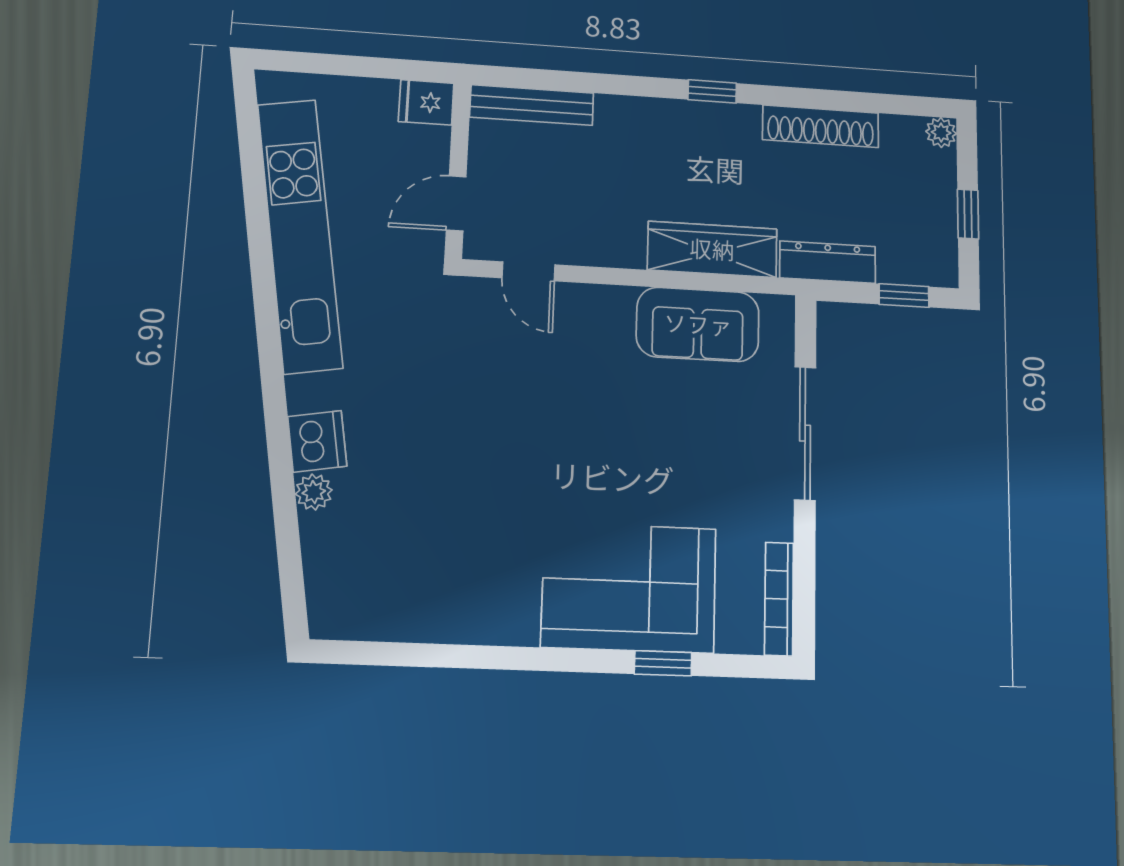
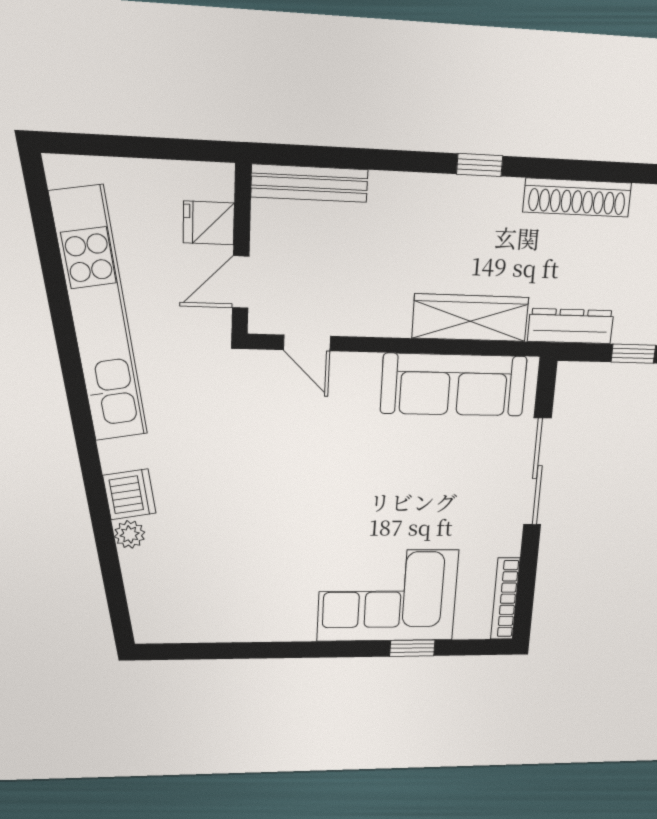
fridge: (426, 102) -> (209, 223), moved
sofa: (698, 324) -> (454, 385), width x1.36

